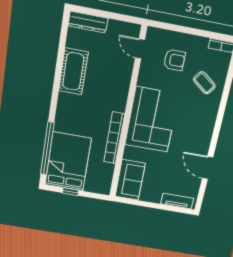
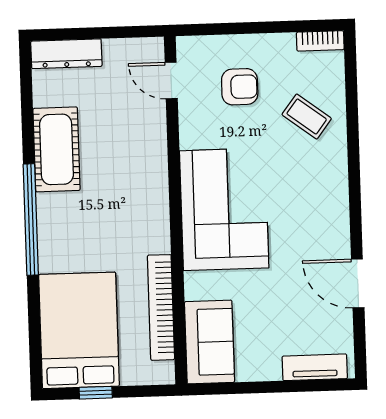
bookcase: (114, 138) -> (161, 307), moved
window: (47, 148) -> (31, 220), moved

